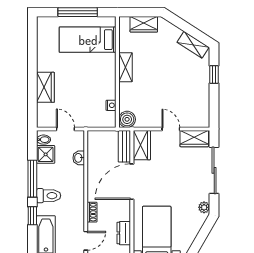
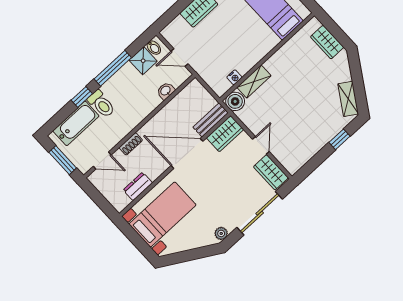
shelving: (125, 67) -> (254, 82), moved
door: (65, 129) -> (180, 58), swing flipped
toilet: (49, 196) -> (101, 104), moved

